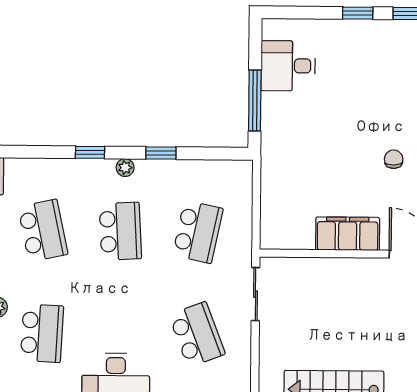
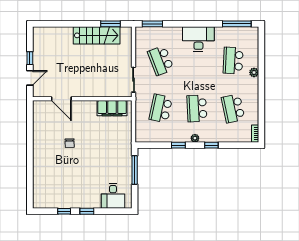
desk: (288, 66) -> (113, 196), moved, turned 90
filing cabinet: (348, 234) -> (112, 108), moved

